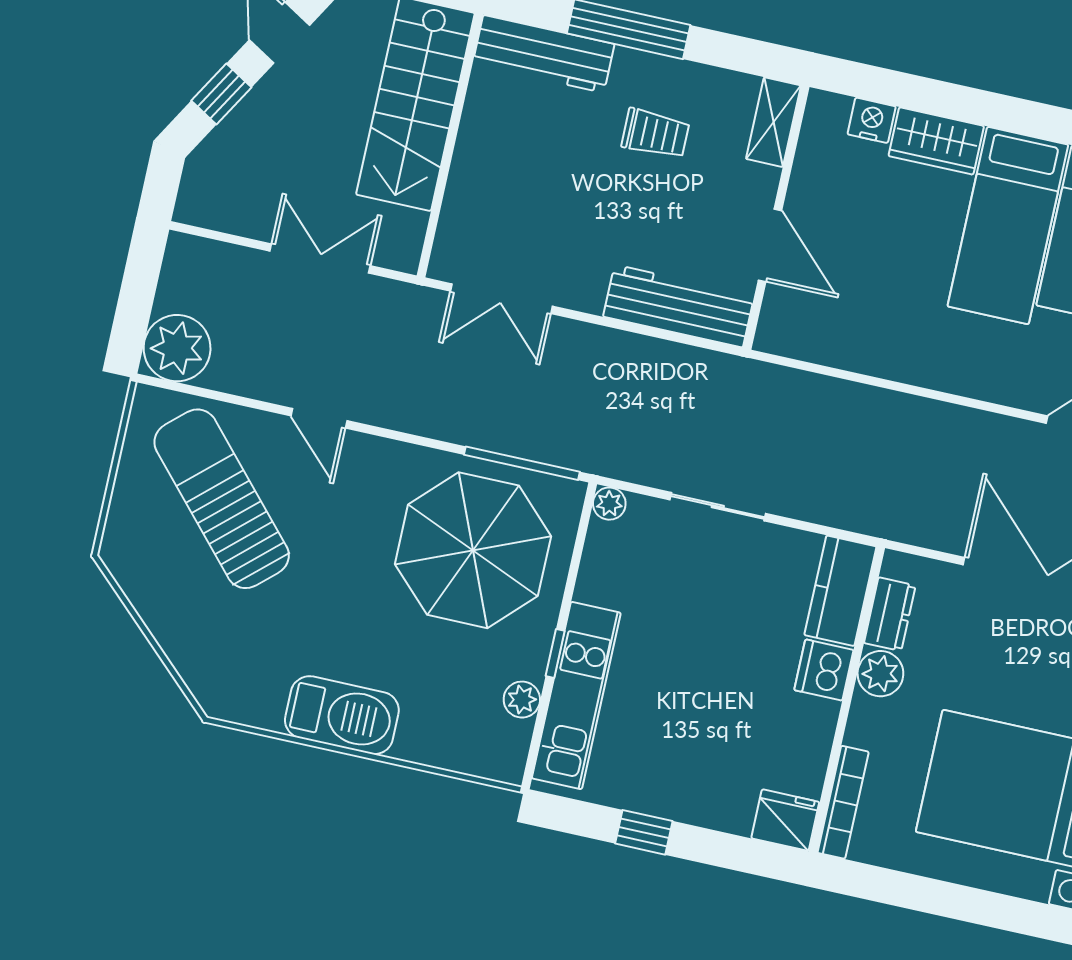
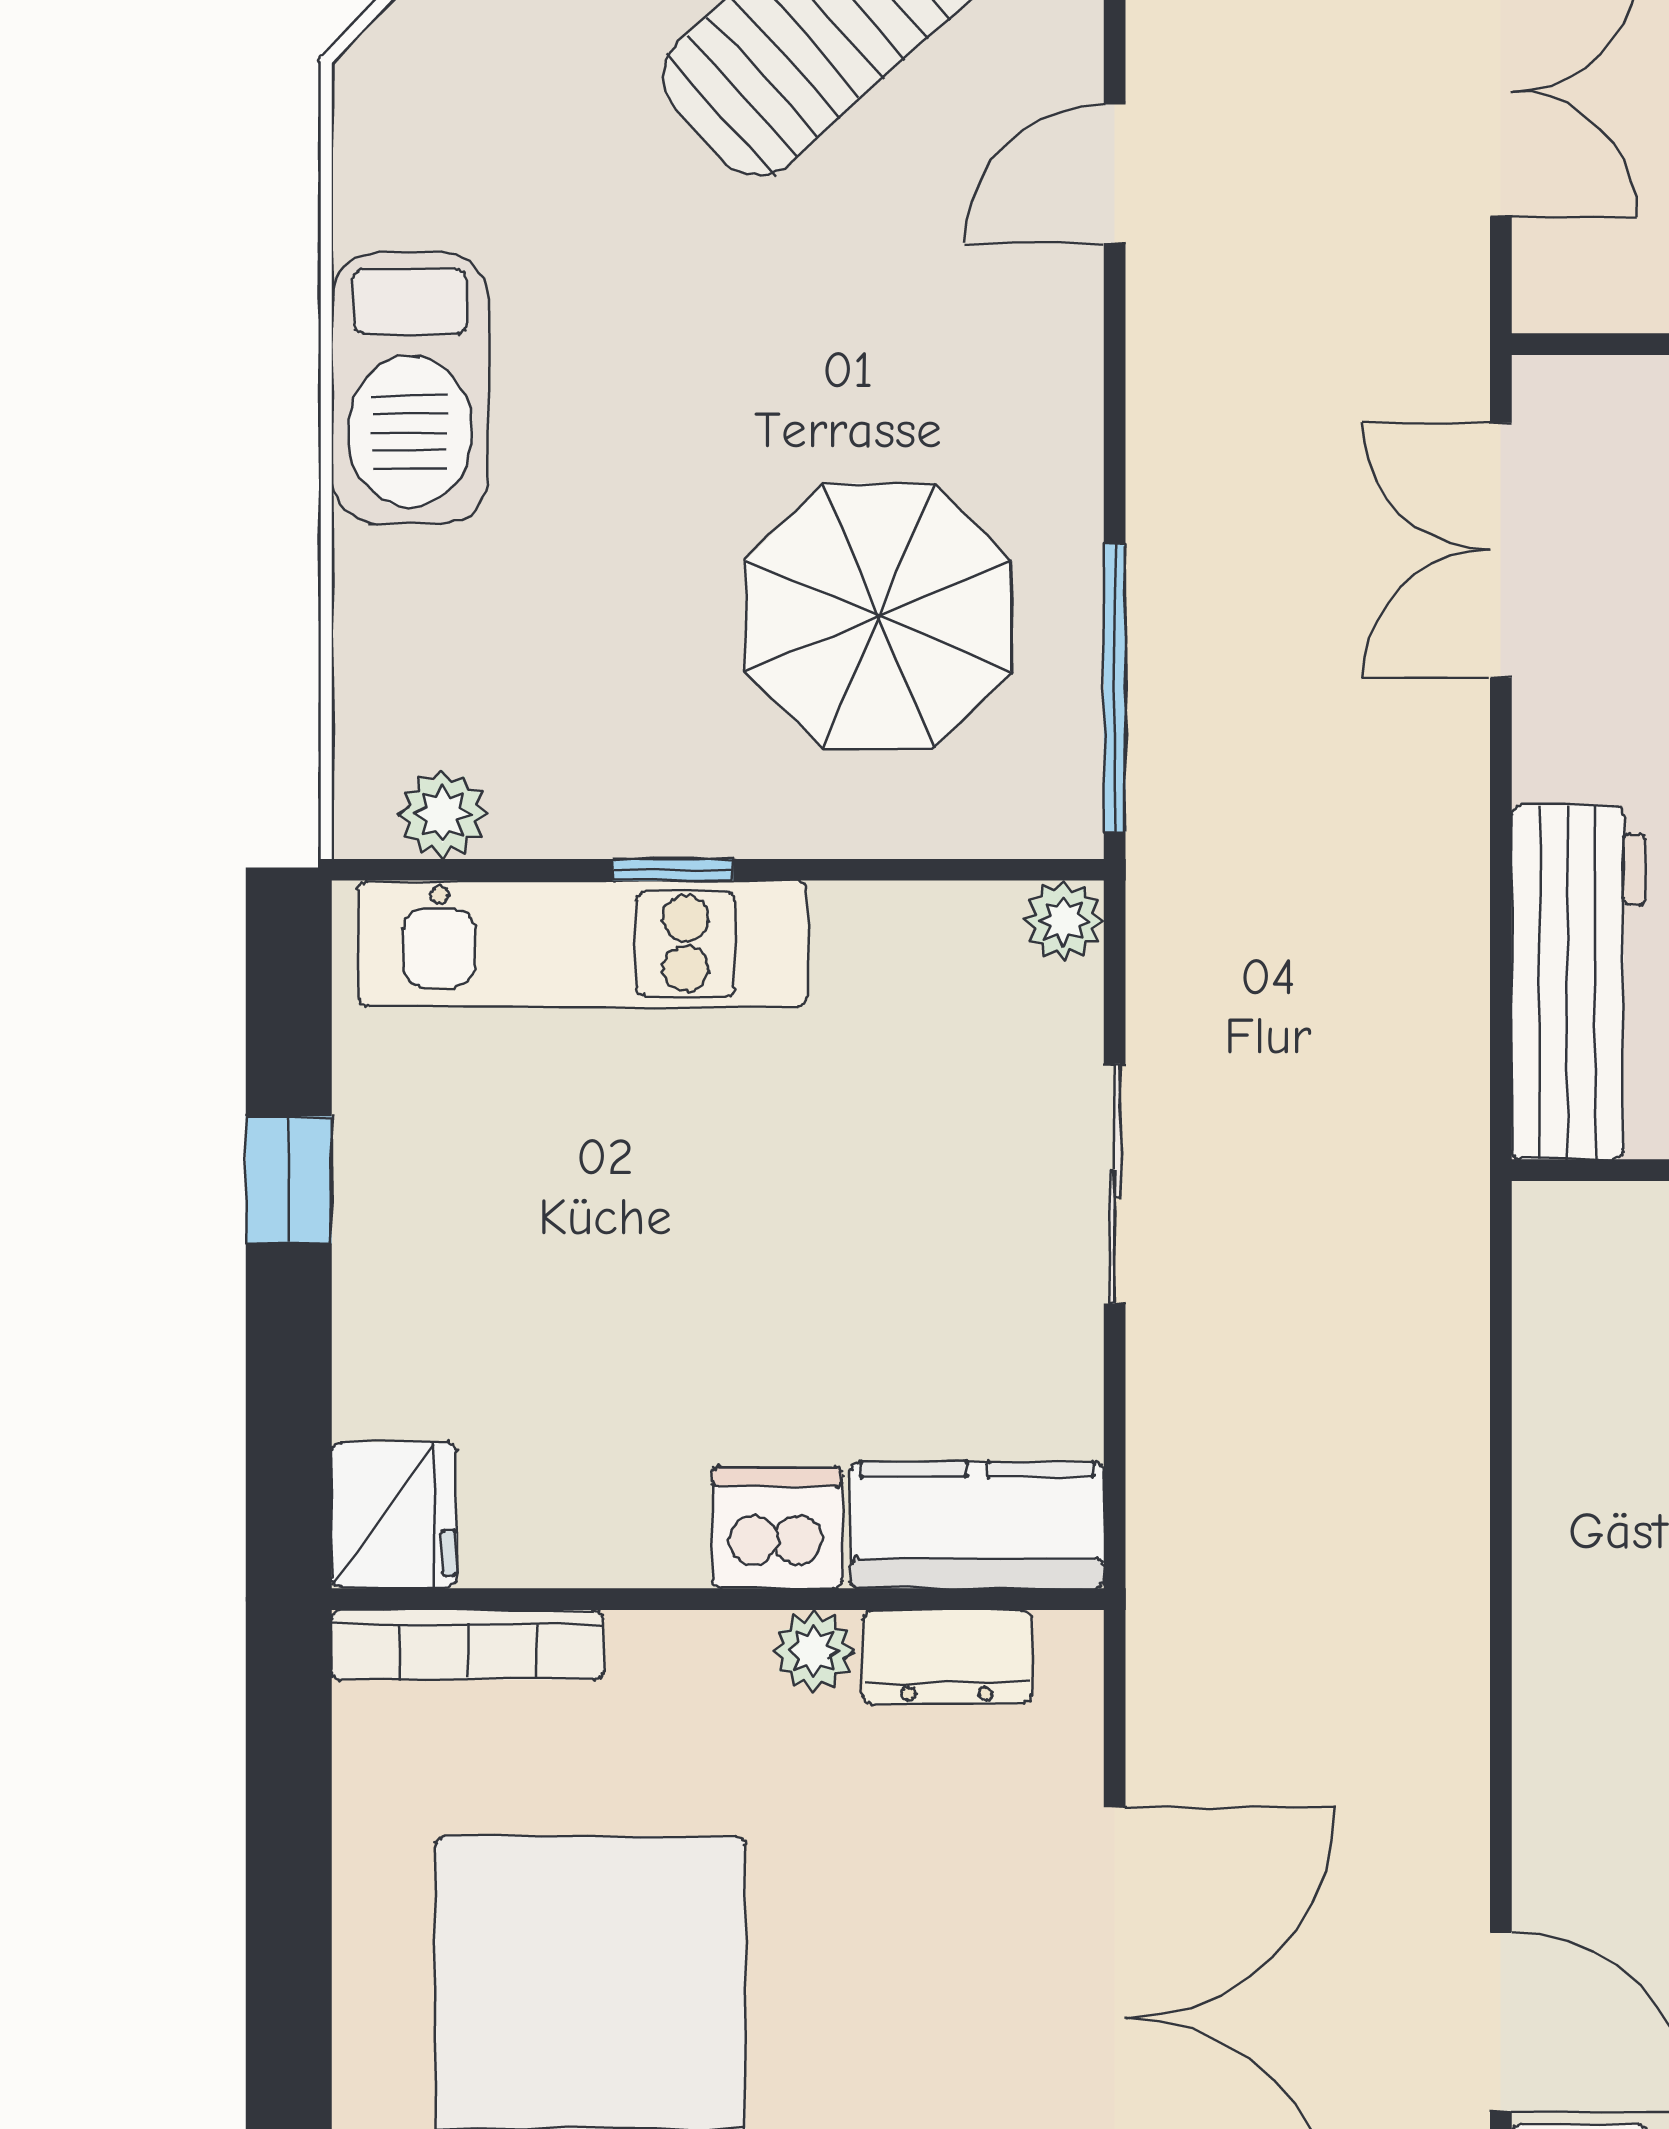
parasol: (473, 550) -> (878, 616), width x0.73, depth x0.73
plant: (880, 674) -> (814, 1651), width x0.73, depth x0.73
plant: (522, 700) -> (443, 814), moved

